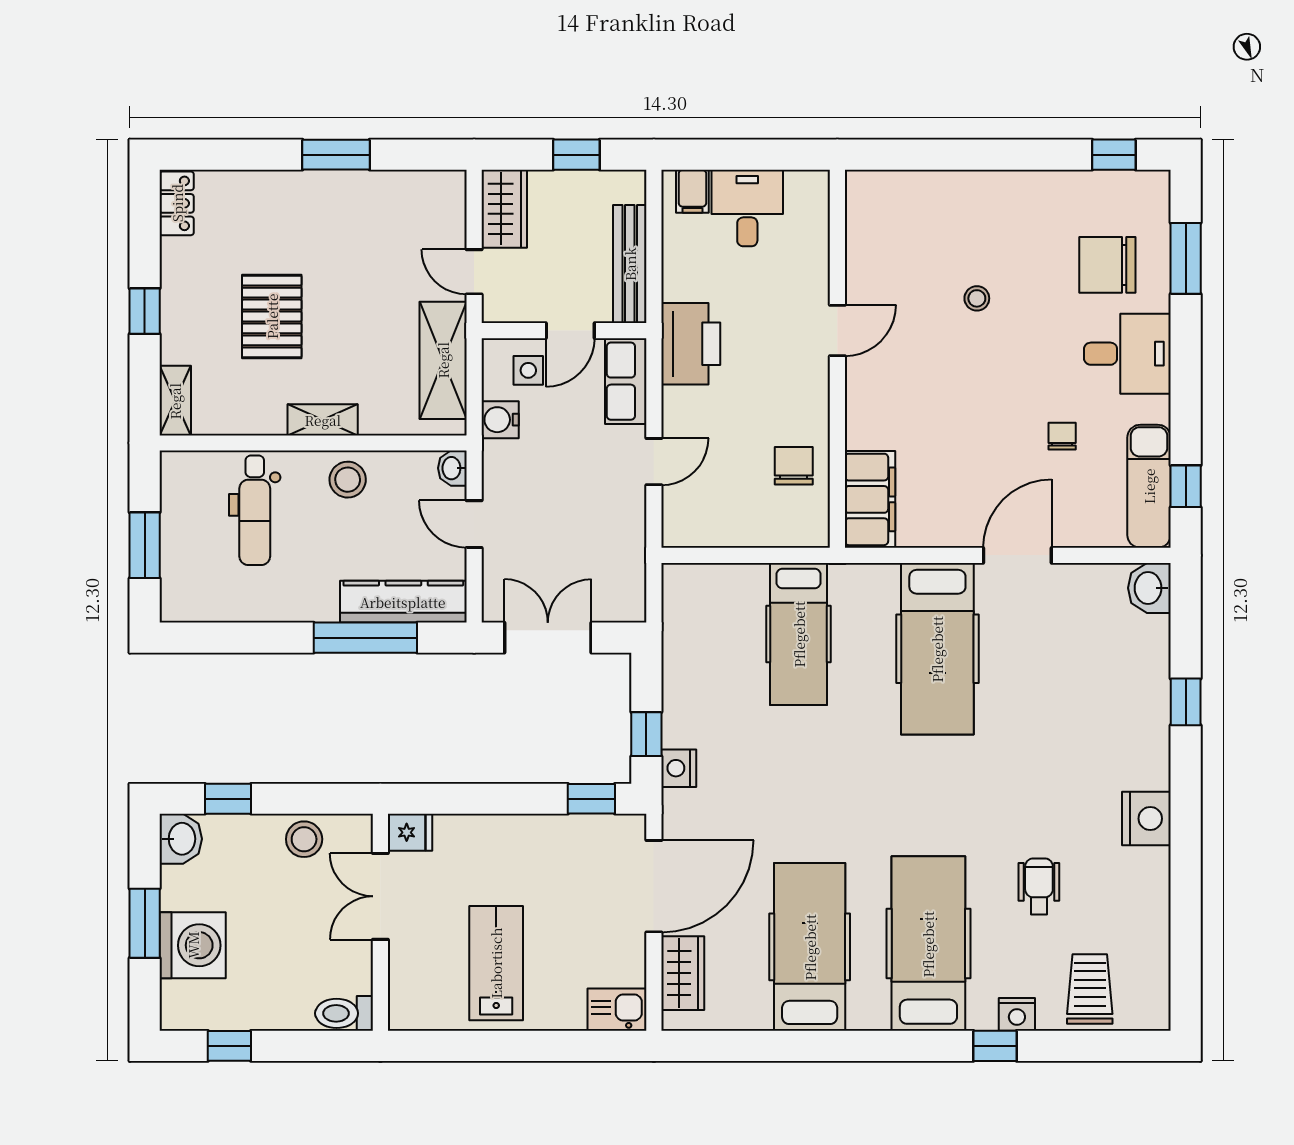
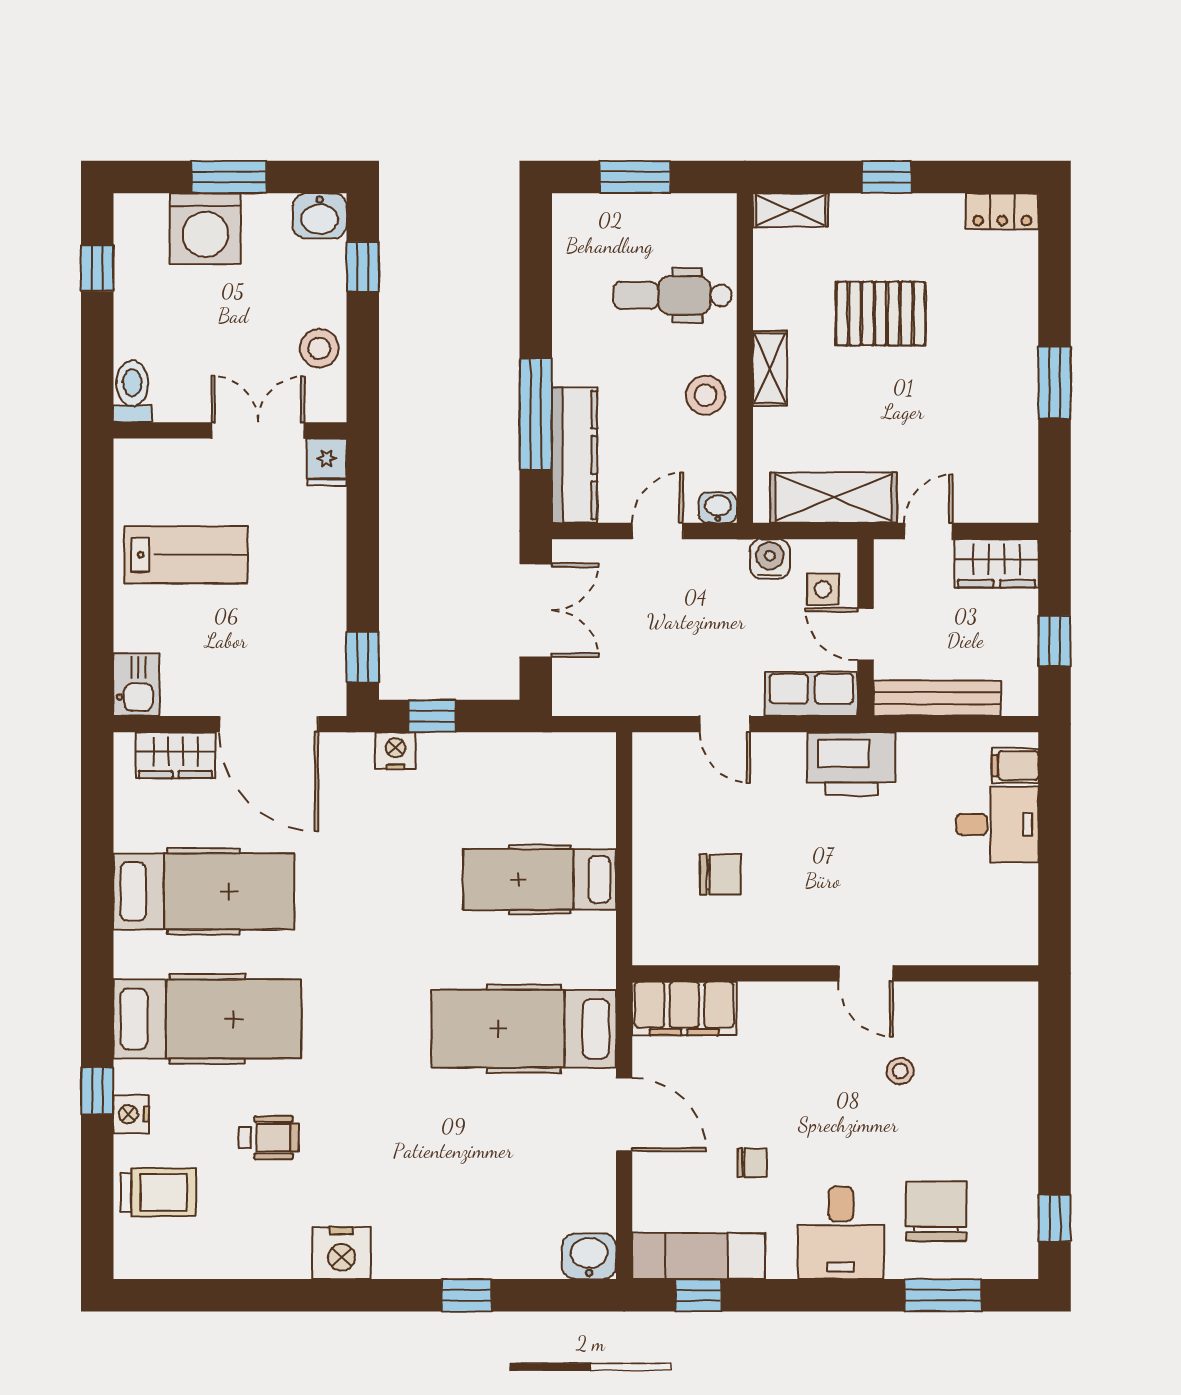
door: (837, 330) -> (866, 973), moved
wall: (837, 359) -> (835, 973), moved
filing cabinet: (870, 499) -> (684, 1008), moved

